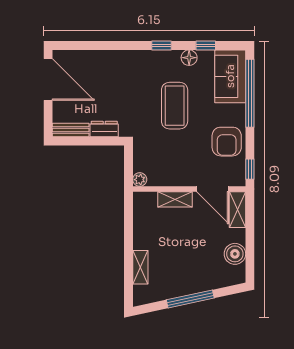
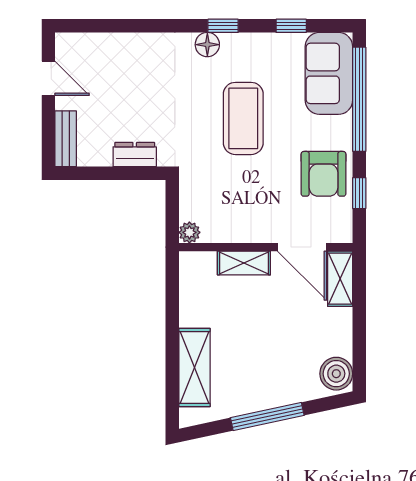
floor lamp: (189, 58) -> (207, 45), moved
door: (48, 80) -> (48, 78), width x0.53
bench: (71, 130) -> (66, 139), moved, turned 90
window: (250, 169) -> (359, 193), moved
boiler: (235, 254) -> (336, 374), moved
shelving: (140, 267) -> (194, 368), width x1.50, depth x1.33

